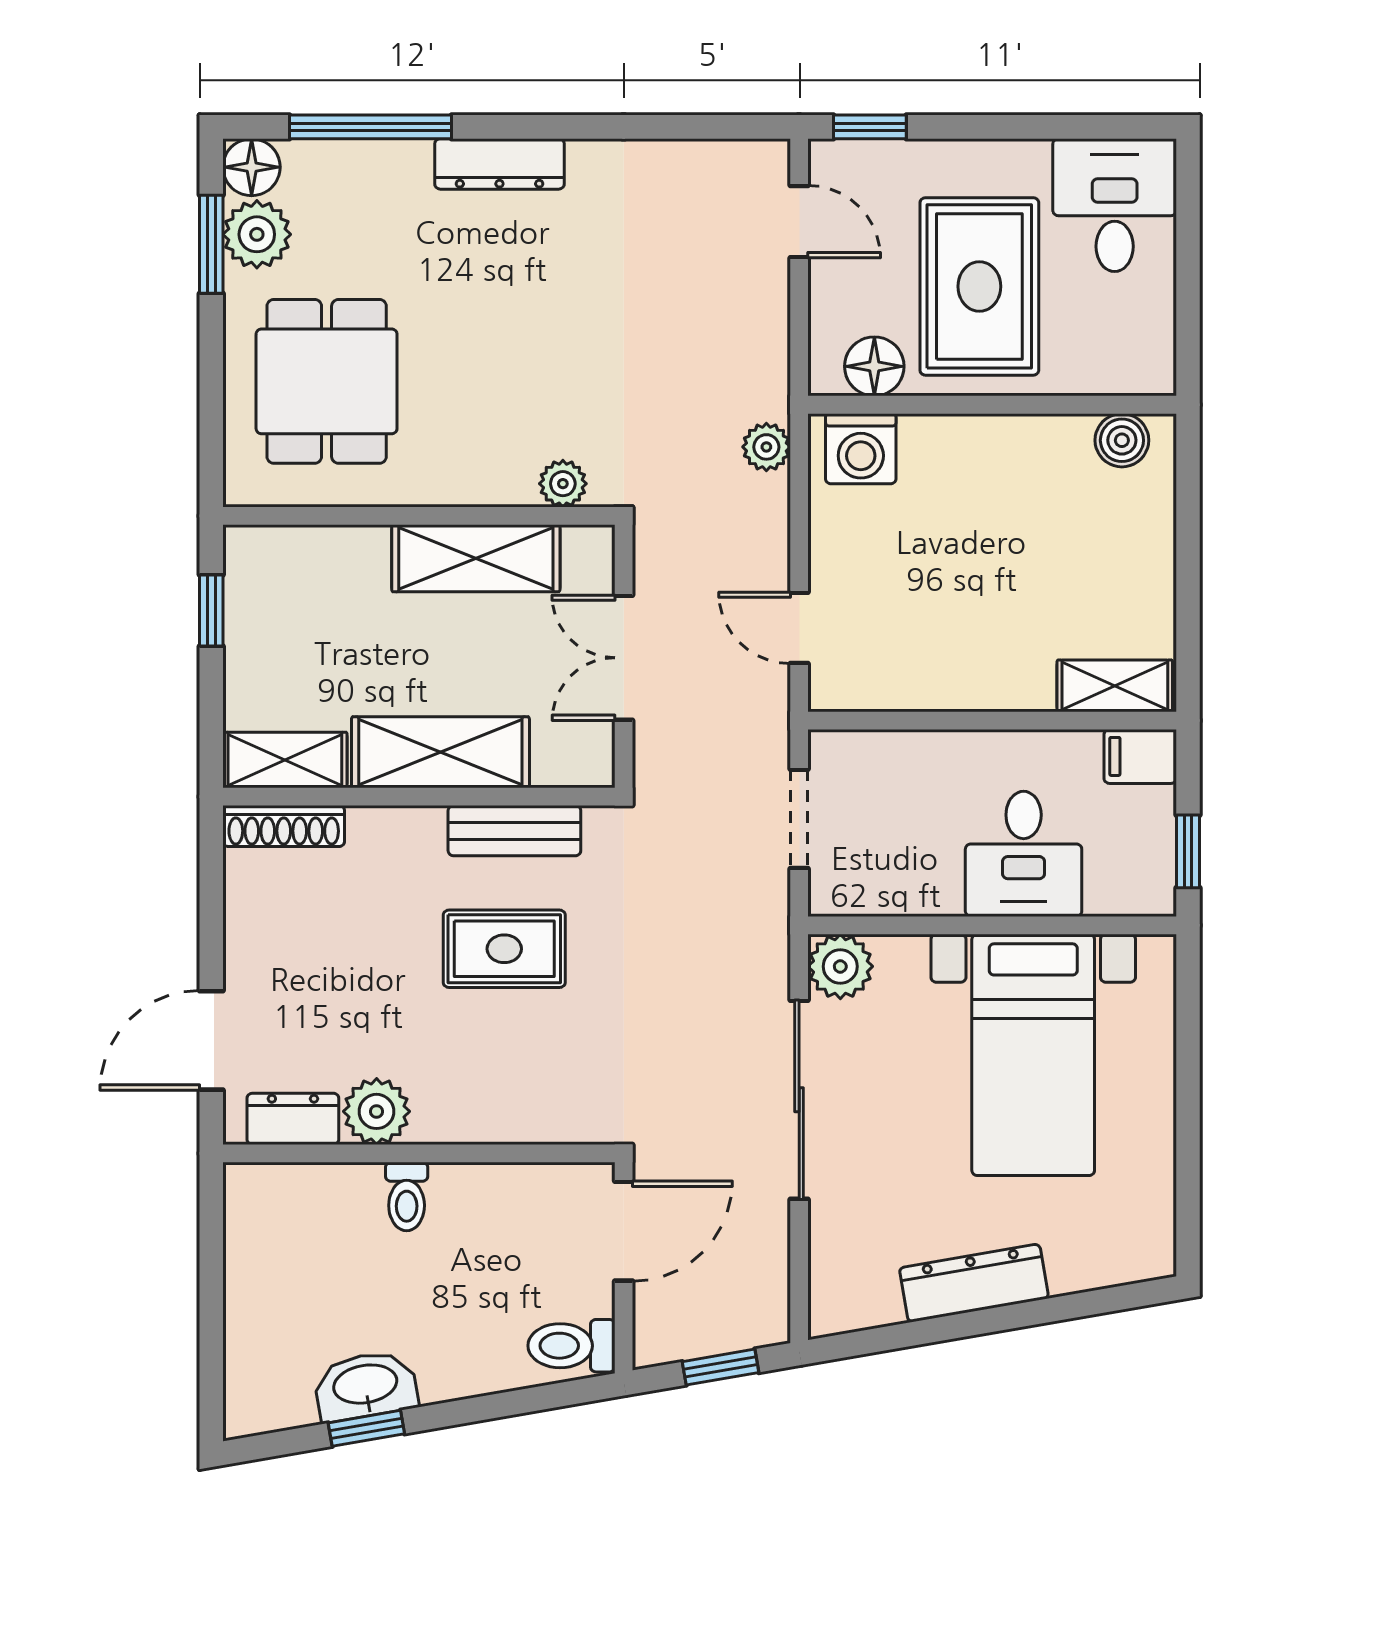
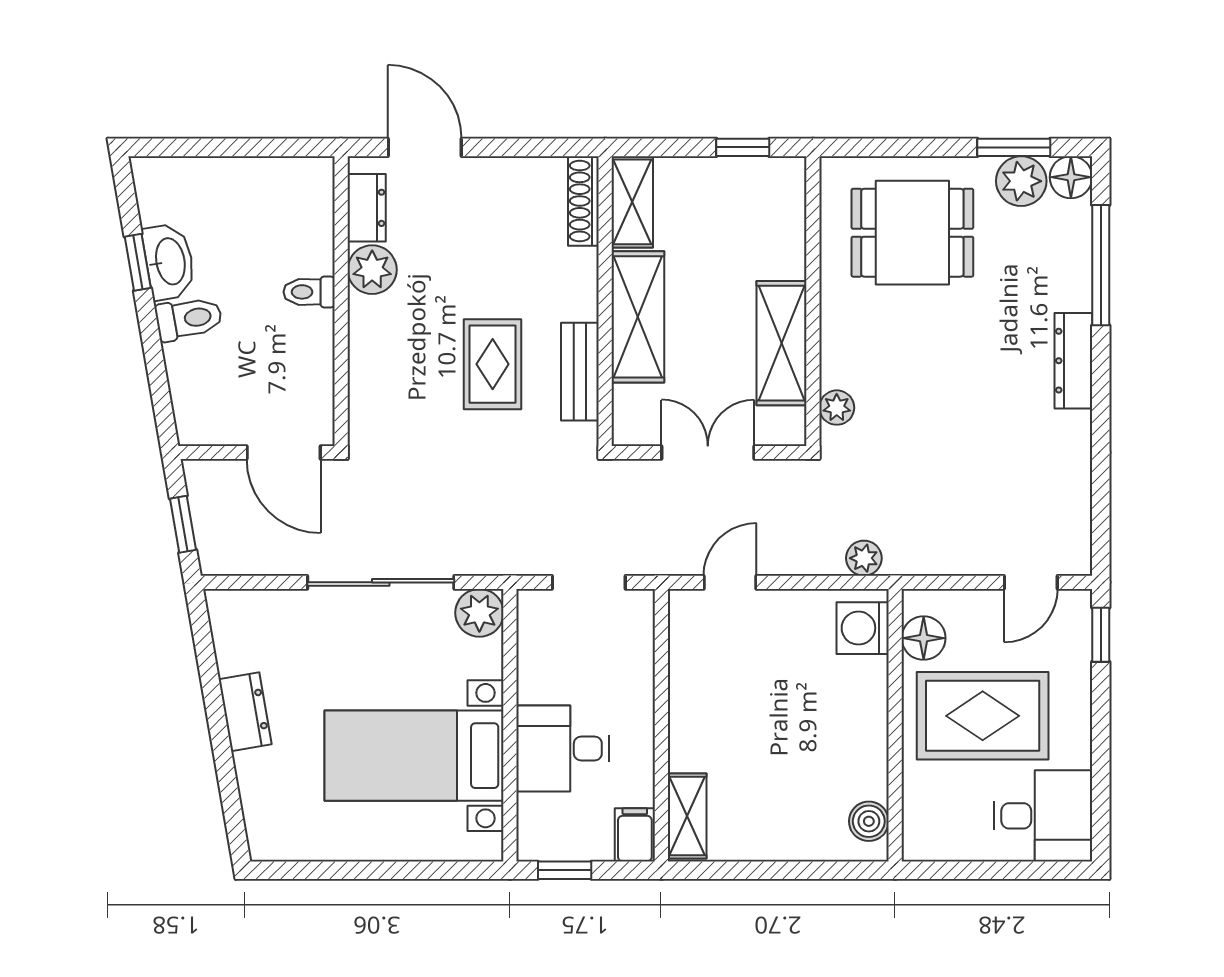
dresser: (974, 1283) -> (245, 712), width x0.70
toilet: (571, 1346) -> (189, 319), moved, turned 80

